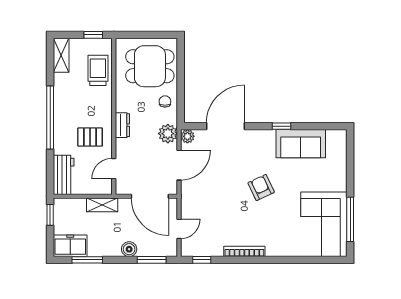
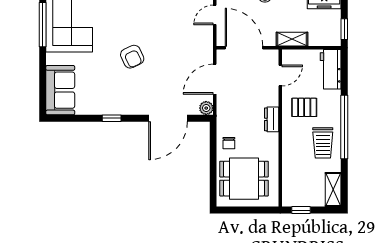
trolley: (98, 70) -> (323, 143), moved
plant: (168, 134) -> (226, 111), removed
sofa: (301, 144) -> (60, 90), moved, turned 90

